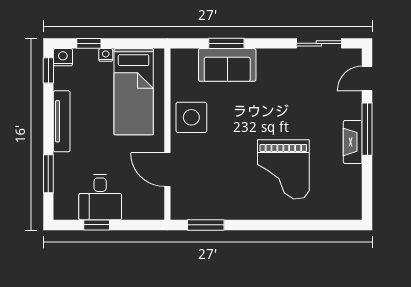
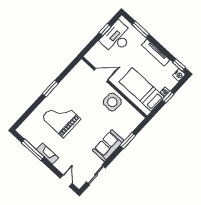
window: (89, 43) -> (168, 97), moved
sofa: (227, 65) -> (108, 146), moved
window: (367, 129) -> (33, 150), moved
desk: (100, 197) -> (117, 38), width x1.37
window: (206, 225) -> (50, 89), moved

